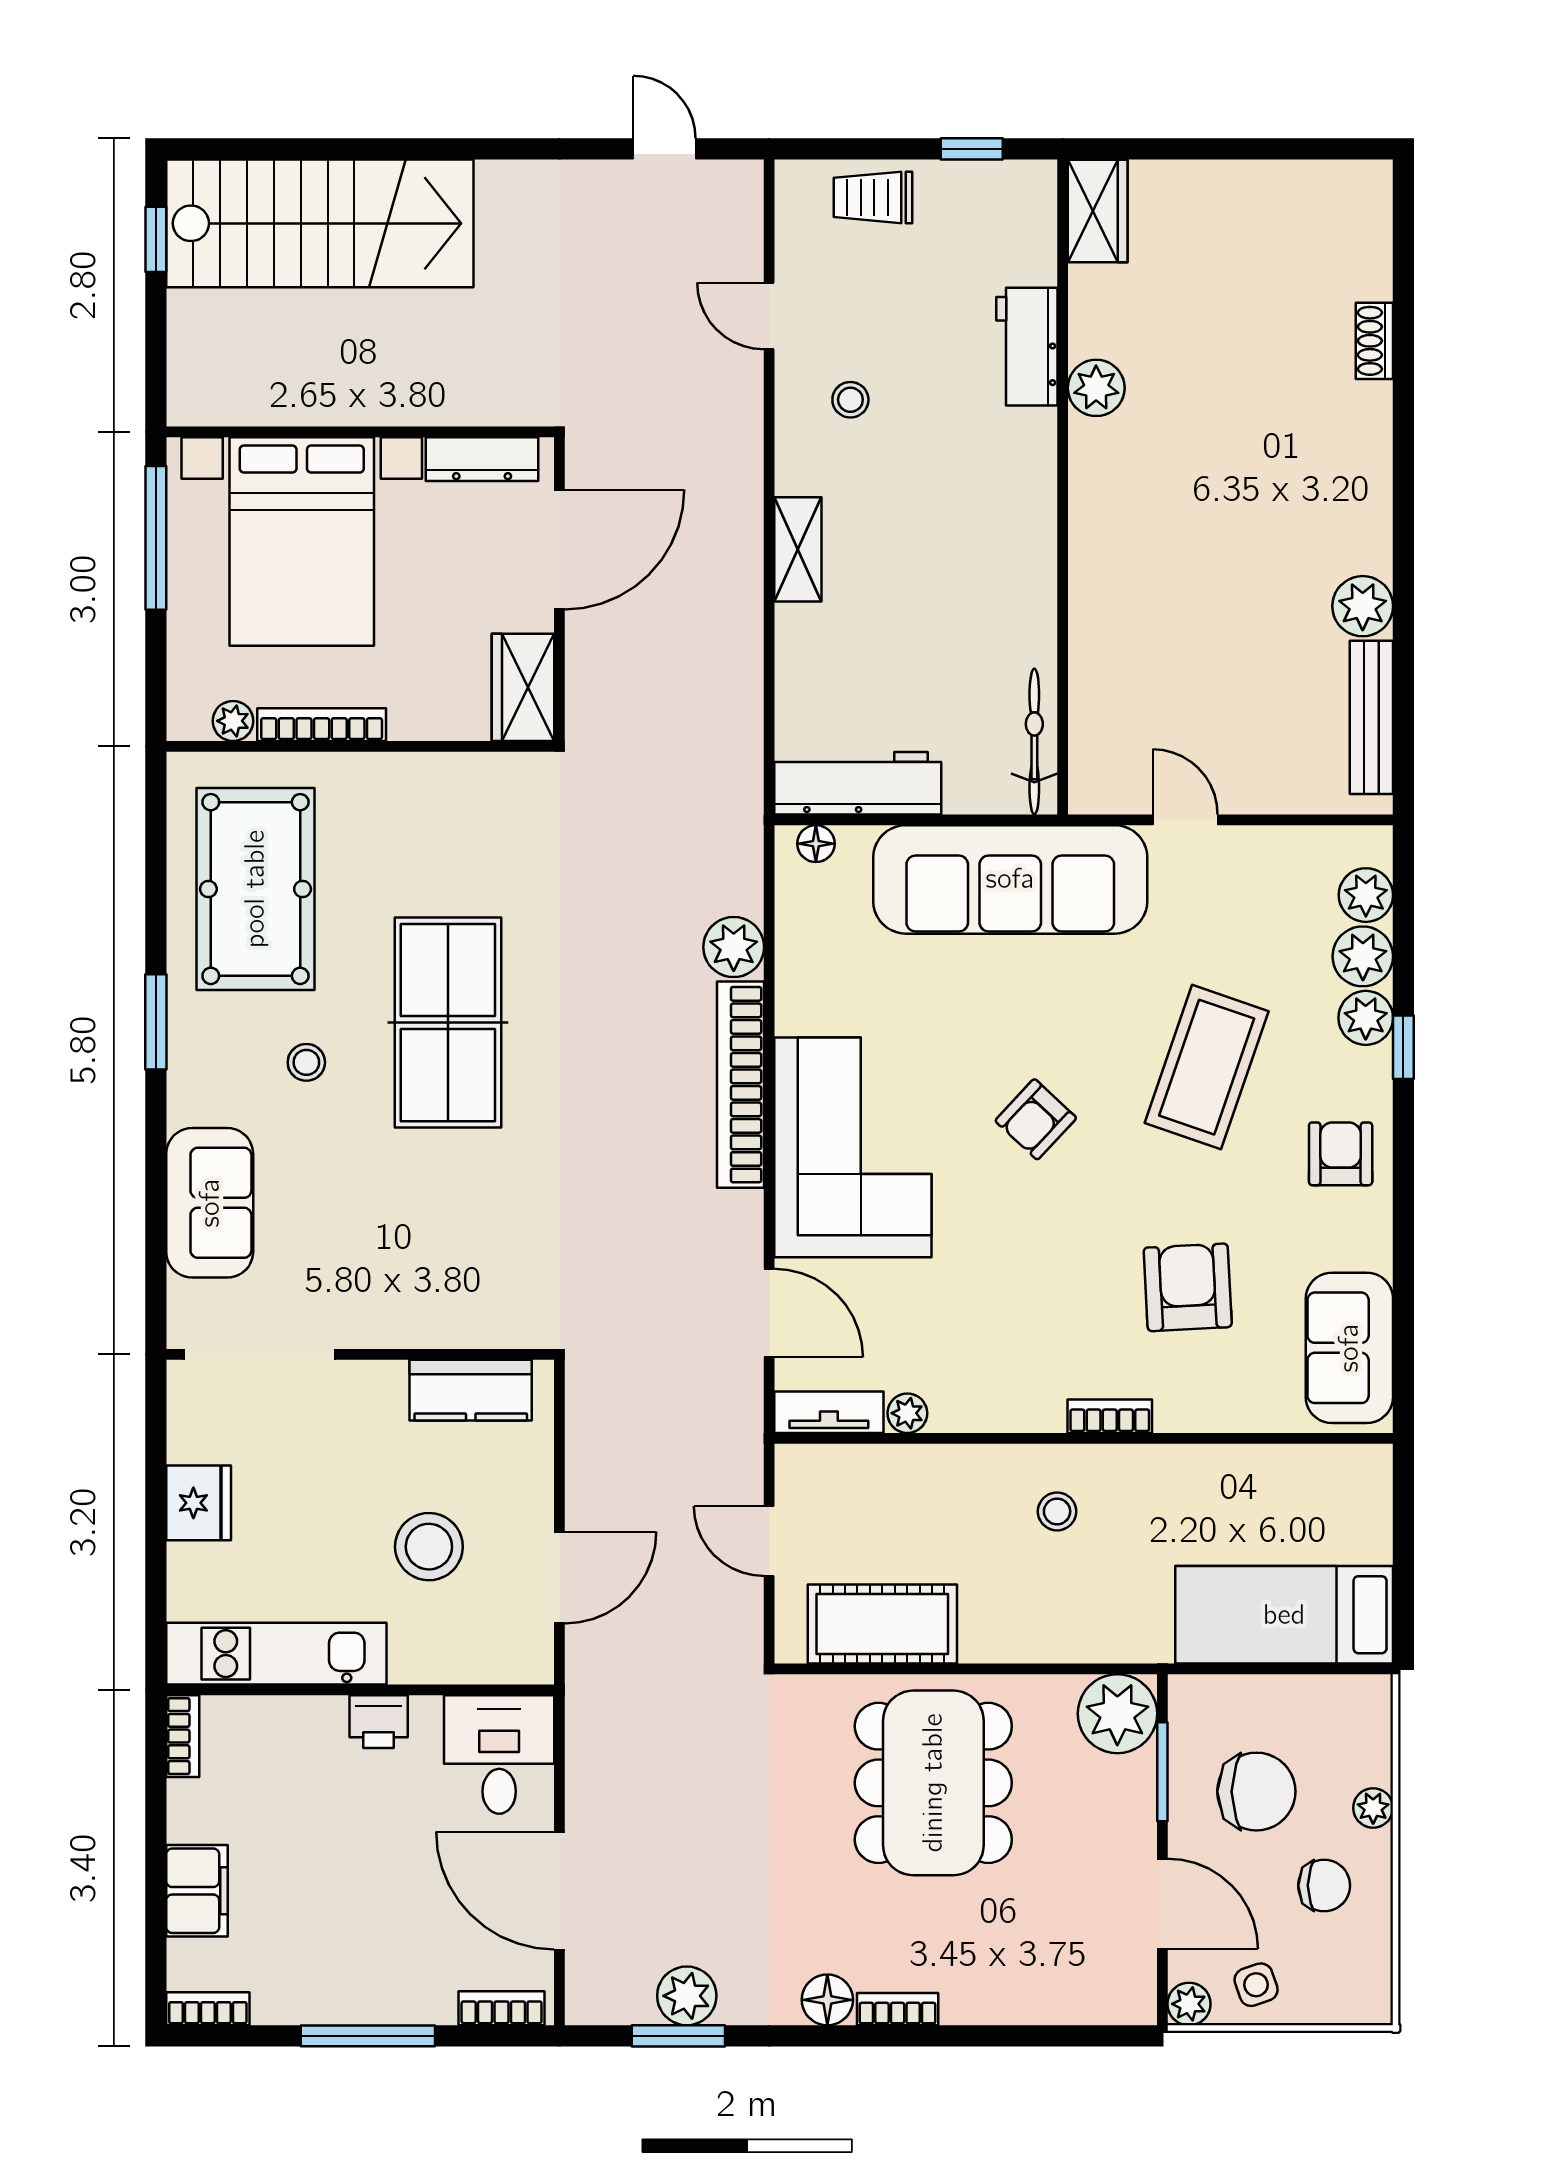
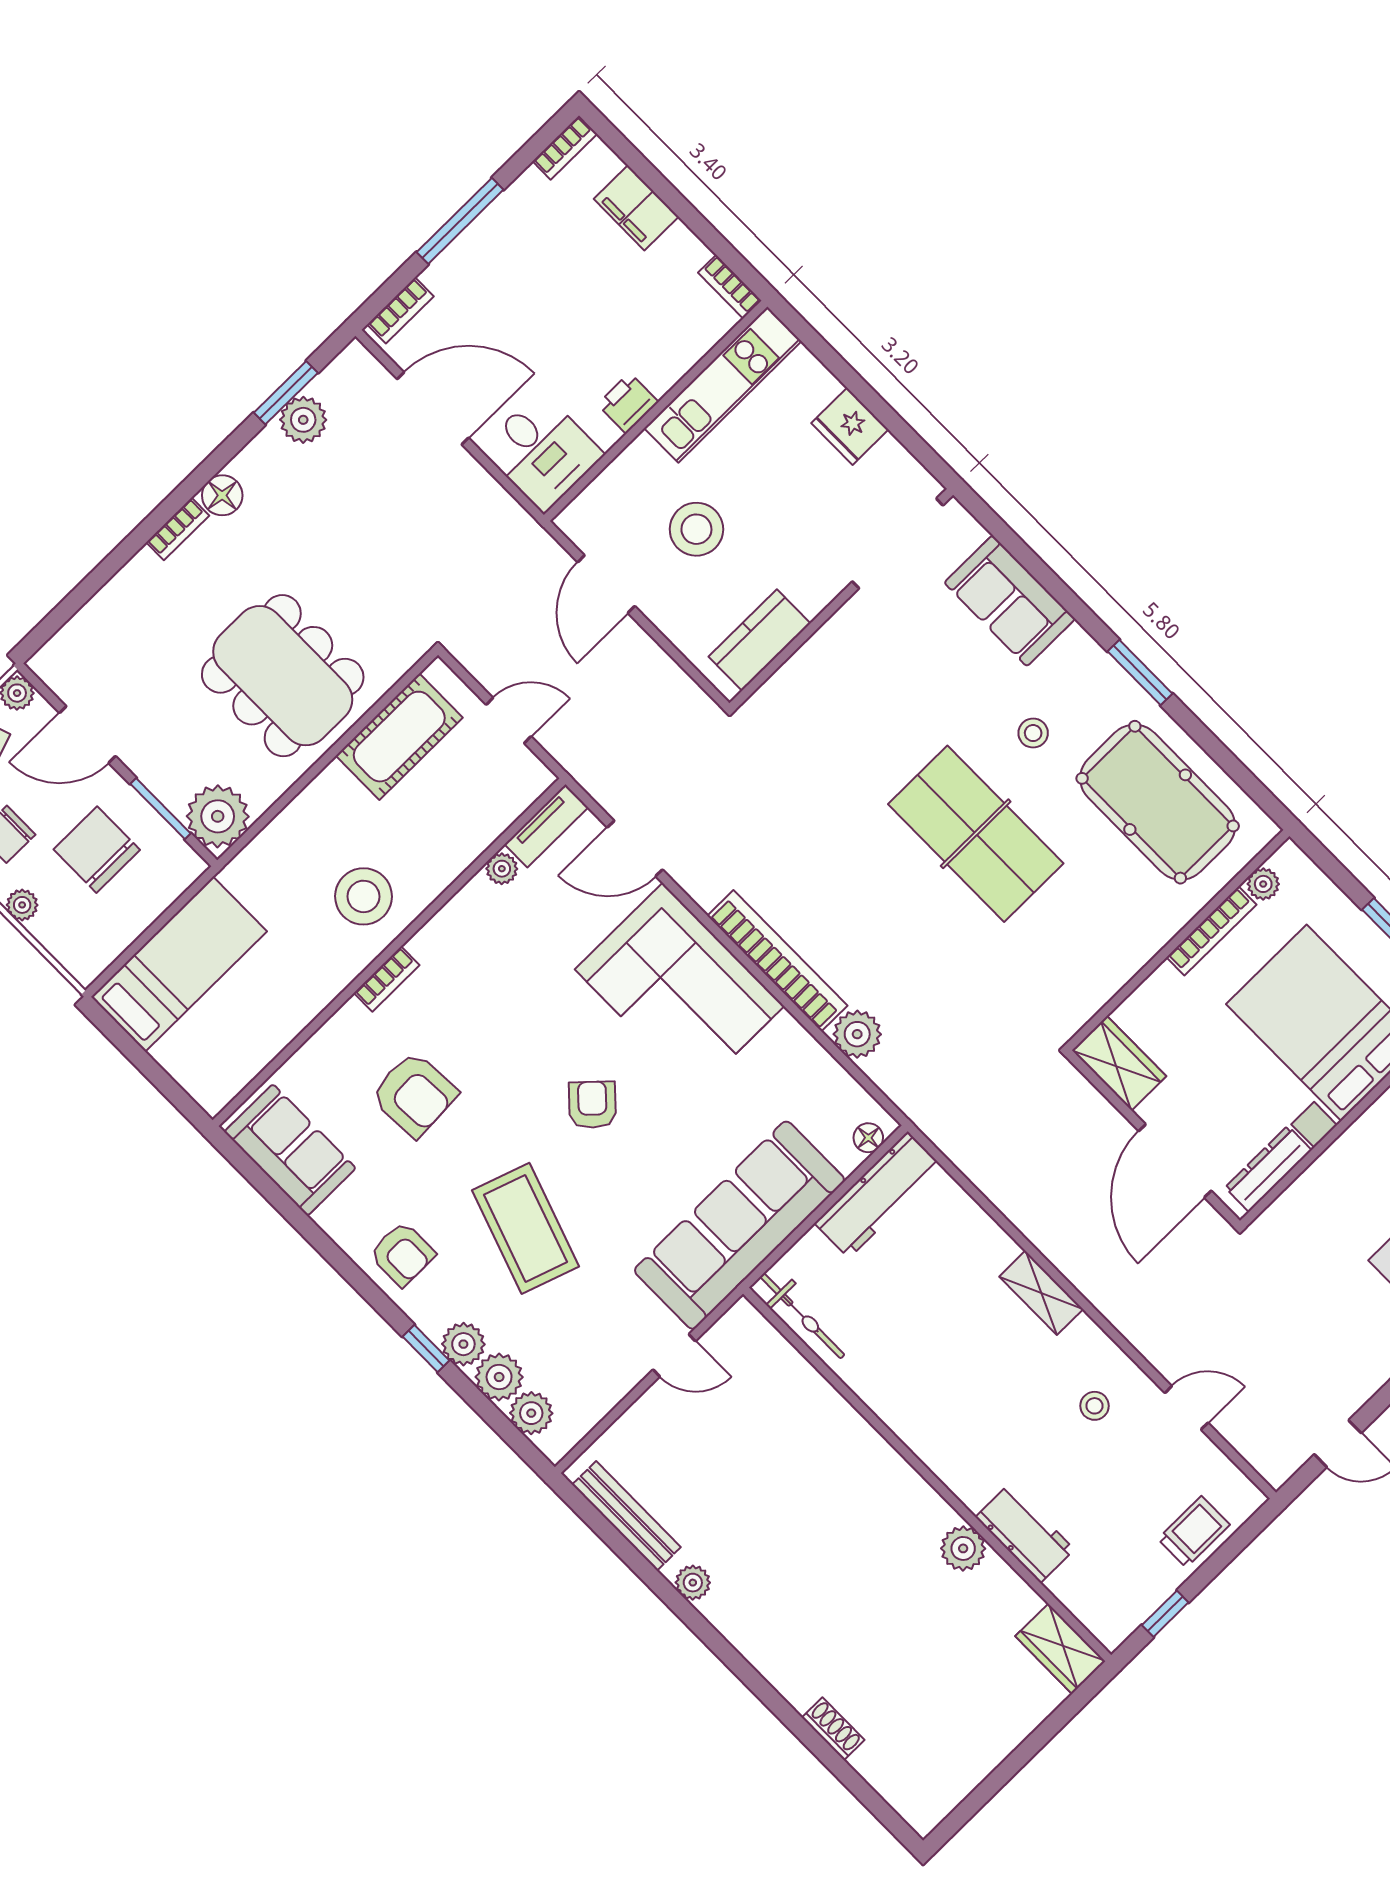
plant: (1363, 606) -> (693, 1583), width x0.73, depth x0.73
stool: (1057, 1511) -> (363, 896), width x1.89, depth x1.89
chair: (1256, 1792) -> (97, 850), turned 90

